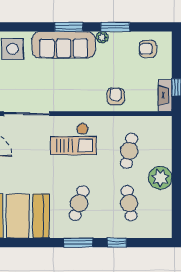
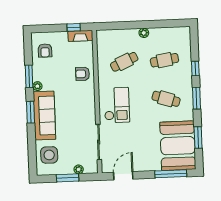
cafe table: (129, 151) -> (124, 62), turned -36
plant: (160, 178) -> (144, 33), width x0.53, depth x0.53
window: (27, 243) -> (198, 137), added

